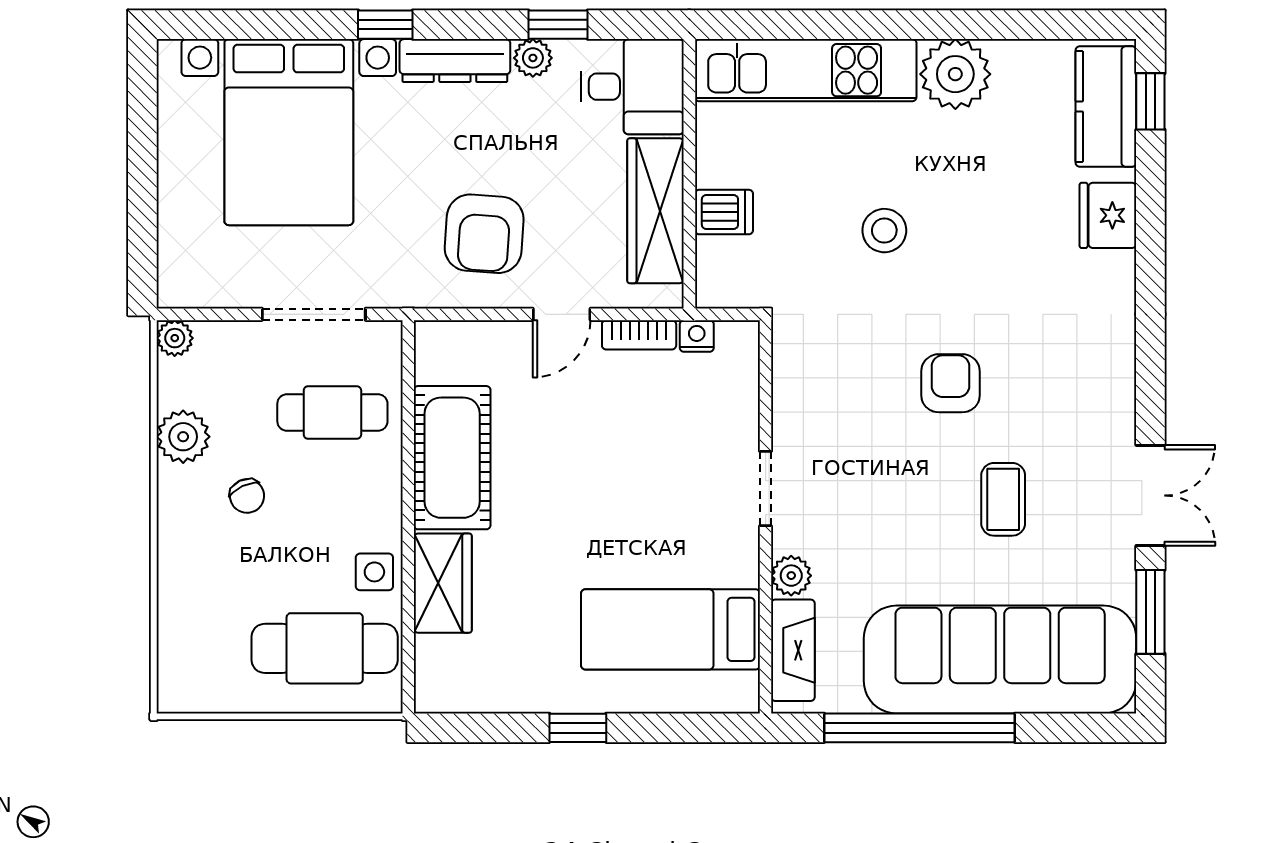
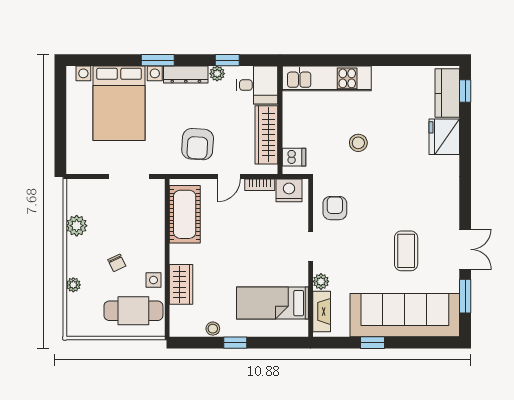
window: (385, 25) -> (158, 60), width x1.50
plant: (955, 74) -> (387, 80), removed
dishwasher: (724, 212) -> (294, 157), moved
fridge: (1108, 215) -> (444, 137), width x1.36, depth x1.34
nightstand: (697, 336) -> (289, 190), width x1.89, depth x1.79
plant: (175, 338) -> (73, 285), moved
armchair: (950, 383) -> (335, 208), moved
cafe table: (332, 412) -> (137, 216), removed
cot: (452, 458) -> (185, 214), moved
chair: (247, 496) -> (117, 263), moved
coffee table: (1003, 499) -> (406, 251), width x1.36, depth x1.30
stool: (522, 693) -> (213, 329), added
window: (920, 728) -> (372, 343), width x0.32

